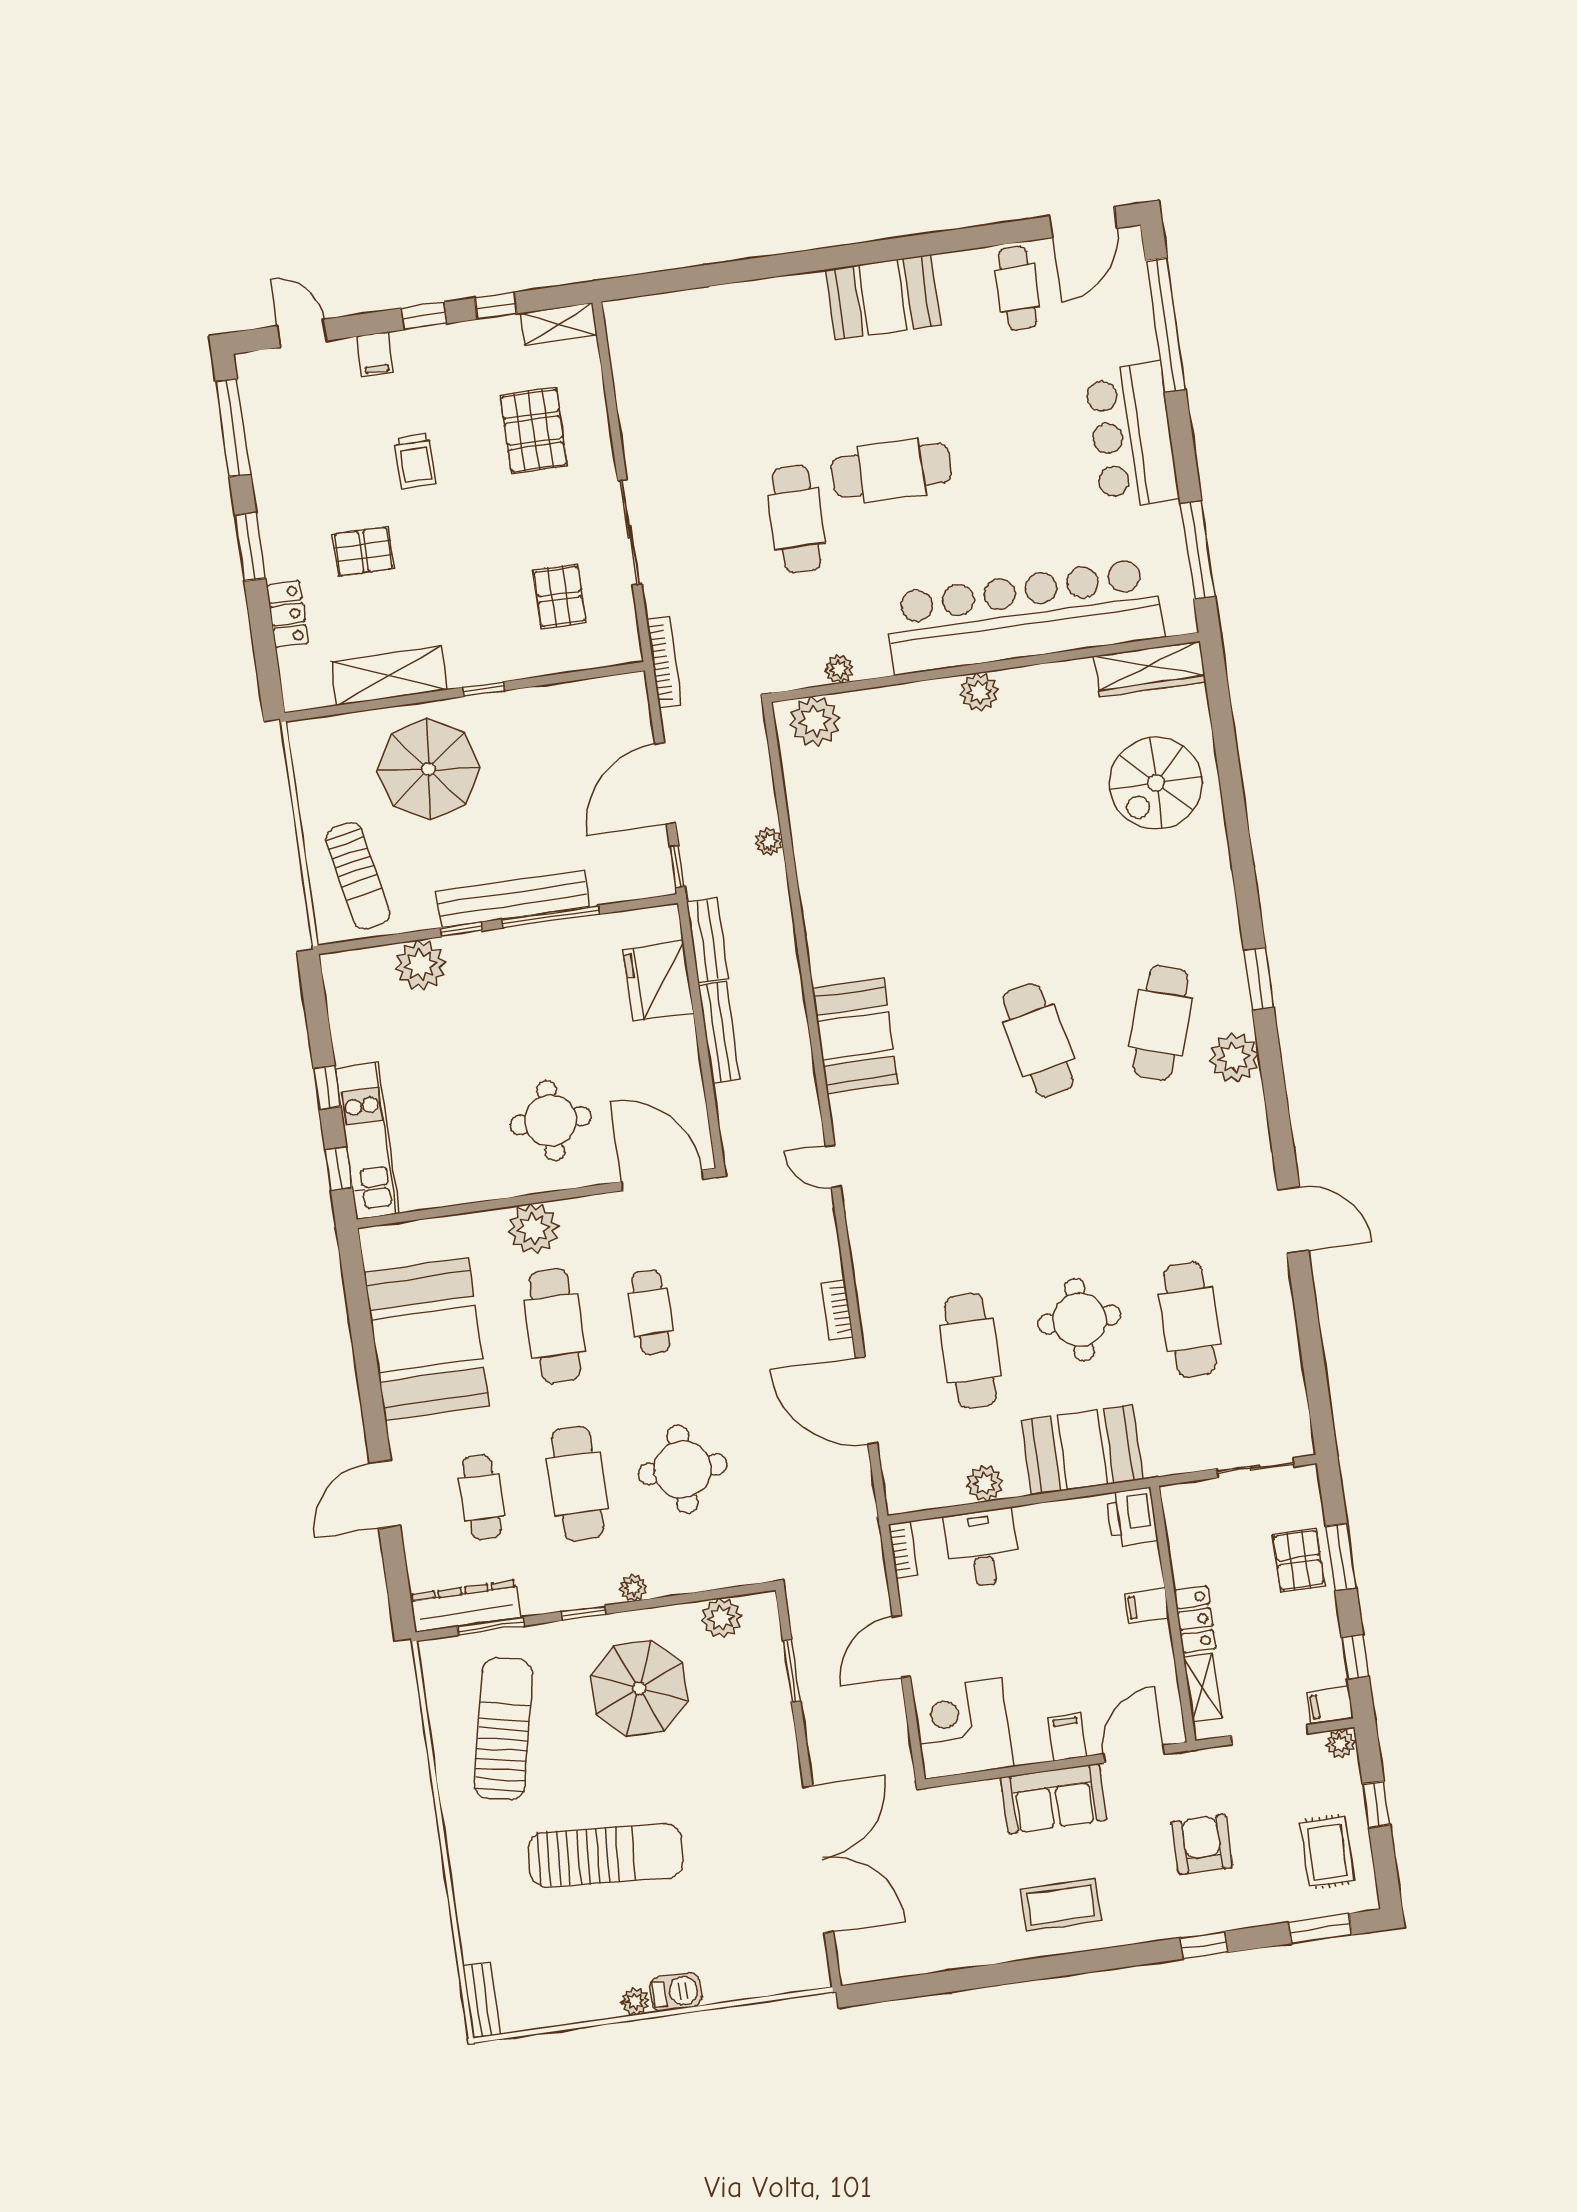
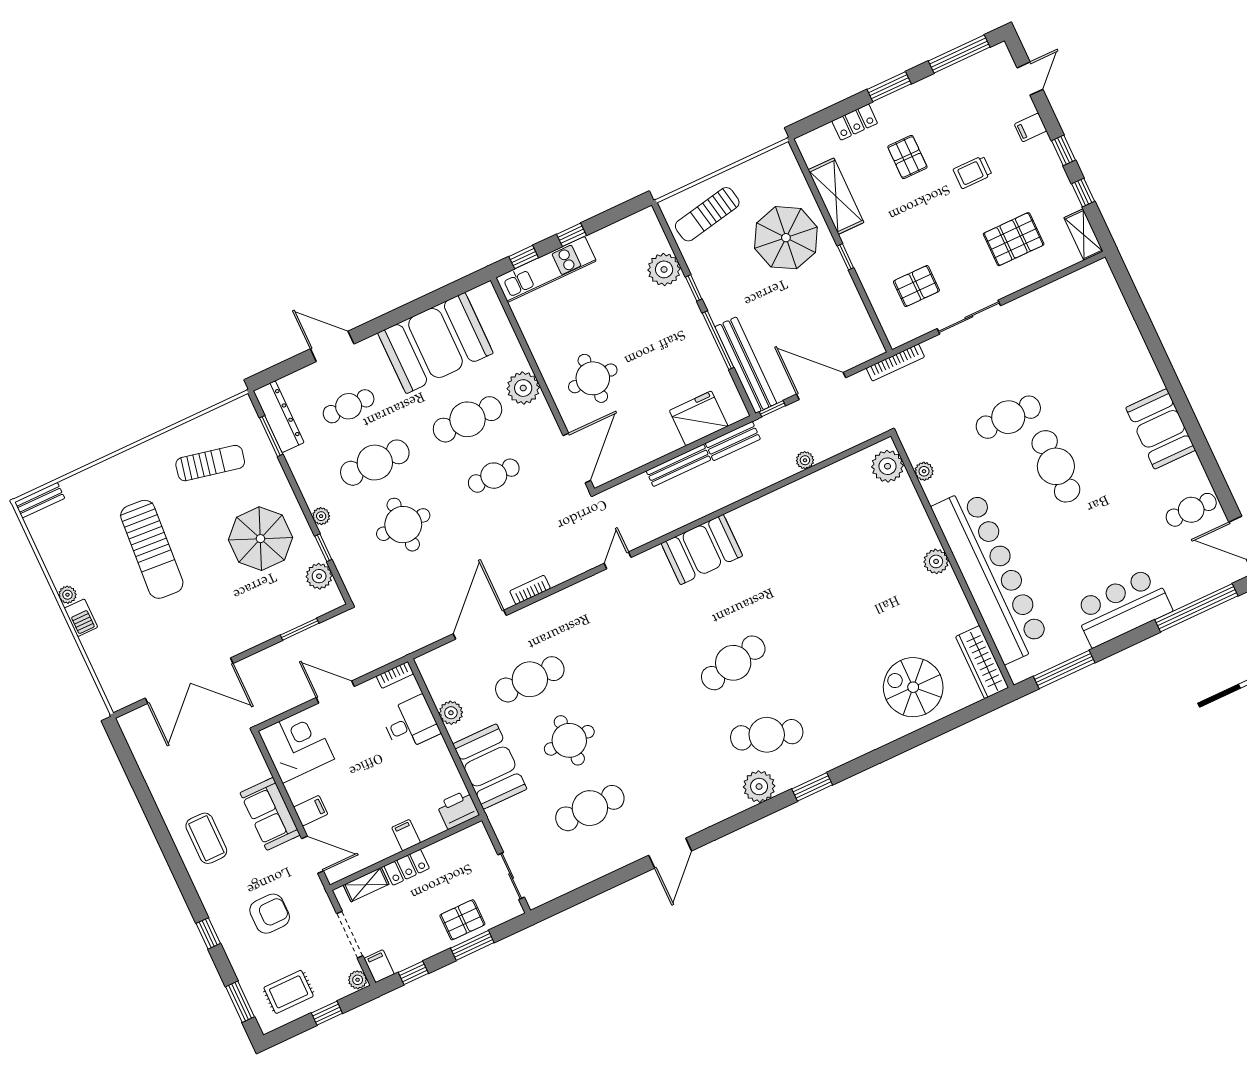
bench: (512, 899) -> (746, 365), moved
window: (584, 1613) -> (323, 548), moved
sun lounger: (504, 1729) -> (210, 463), width x0.73, depth x0.75

